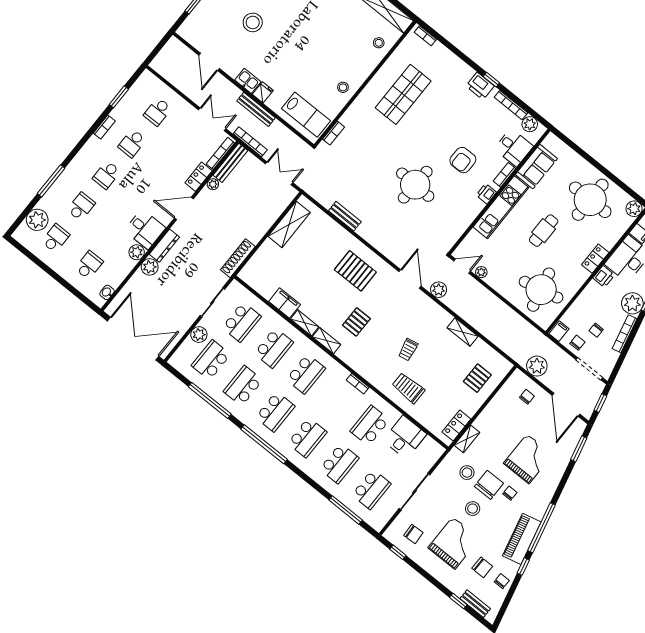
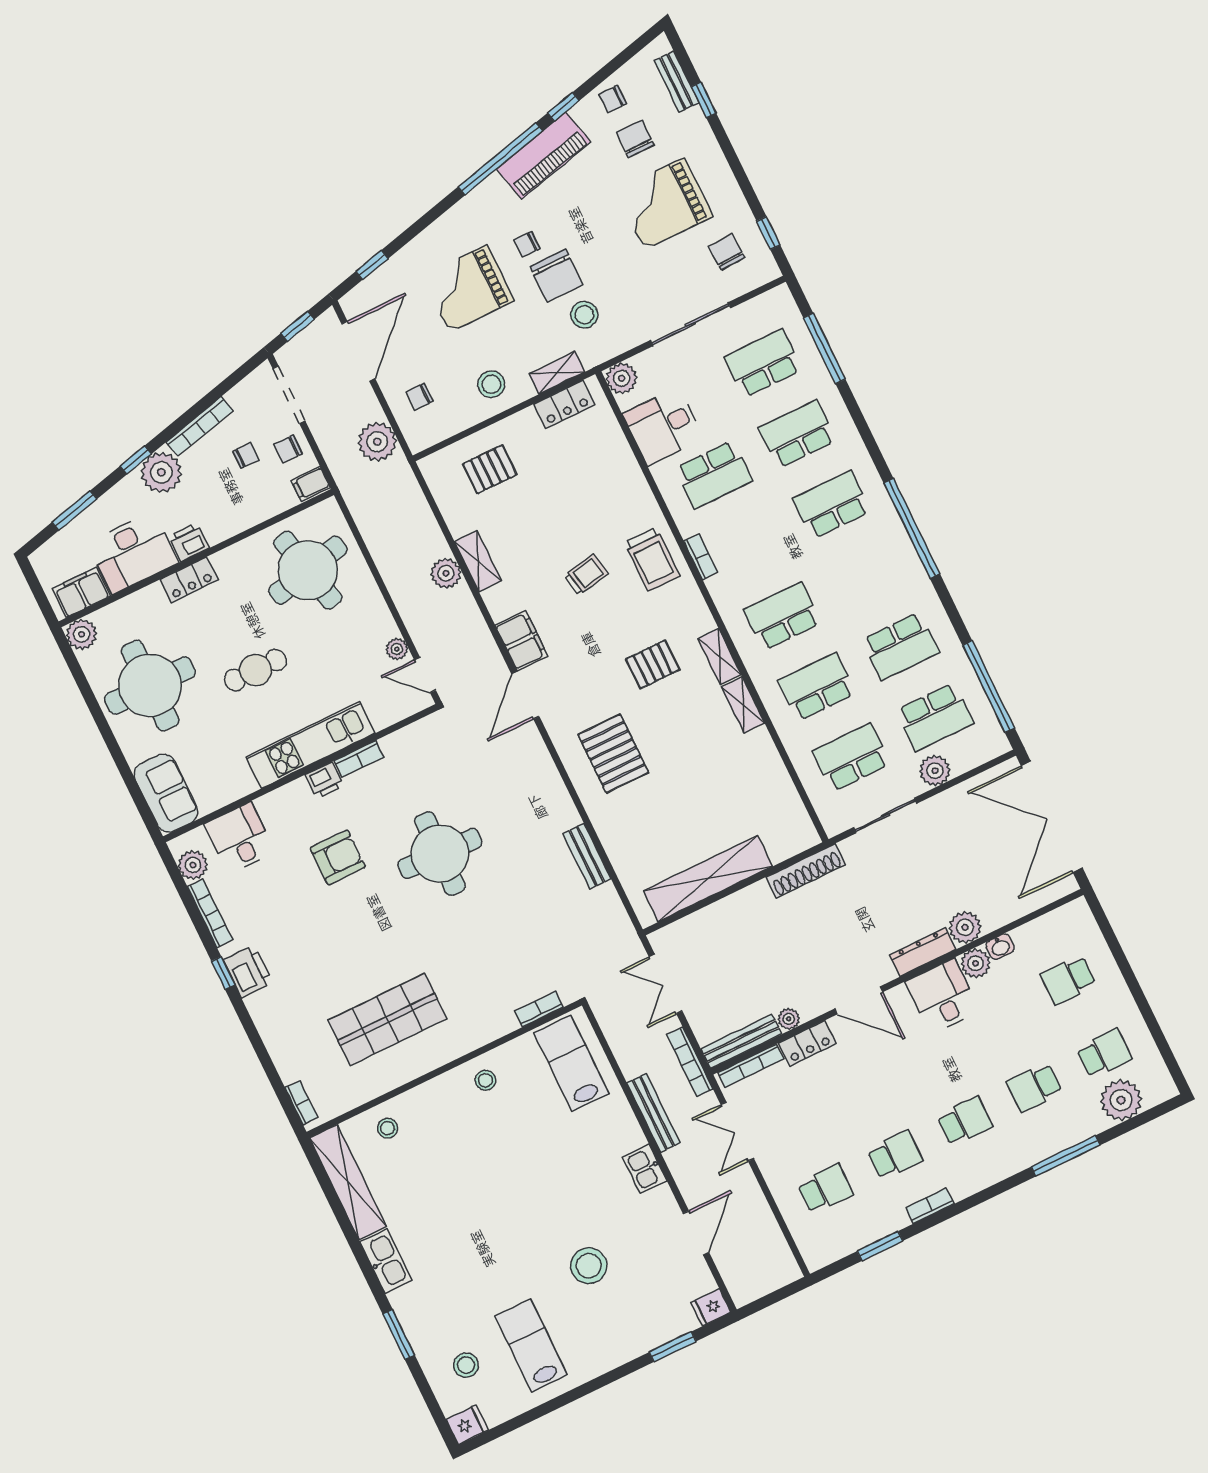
fridge: (263, 92) -> (711, 1307), moved
sofa: (536, 167) -> (166, 793), moved, turned 90
bookcase: (504, 175) -> (359, 759), moved
shelving: (289, 224) -> (708, 879), width x1.47
school desk: (56, 238) -> (1104, 1053), turned 180
plant: (439, 290) -> (446, 573), moved
washbasin: (107, 292) -> (1000, 947), moved
filing cabinet: (285, 303) -> (521, 641), moved, turned 180
trolley: (408, 388) -> (652, 559), moved
window: (210, 400) -> (989, 687), moved
school desk: (275, 412) -> (866, 576), removed
window: (579, 449) -> (372, 265), width x0.67
plant: (435, 451) -> (622, 378), added
chair: (489, 485) -> (556, 276), turned -90
stool: (473, 509) -> (491, 384), moved

